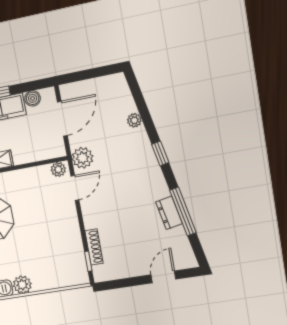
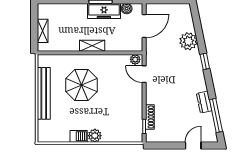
plant: (134, 120) -> (188, 41), width x1.88, depth x1.88
plant: (82, 158) -> (153, 55), removed
door: (75, 188) -> (144, 74), swing flipped
window: (183, 211) -> (216, 115), moved

